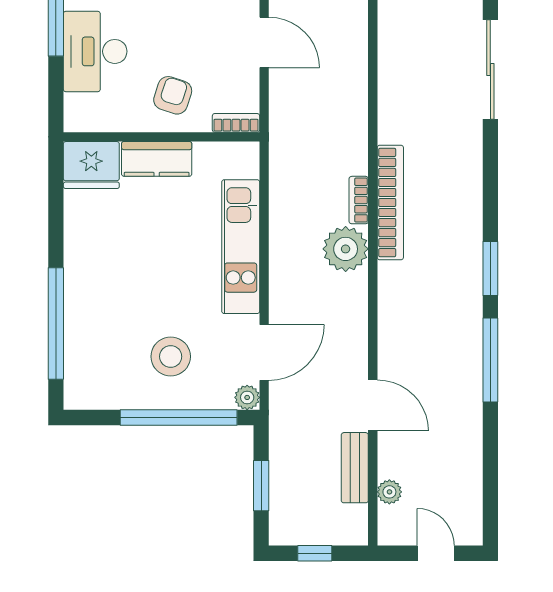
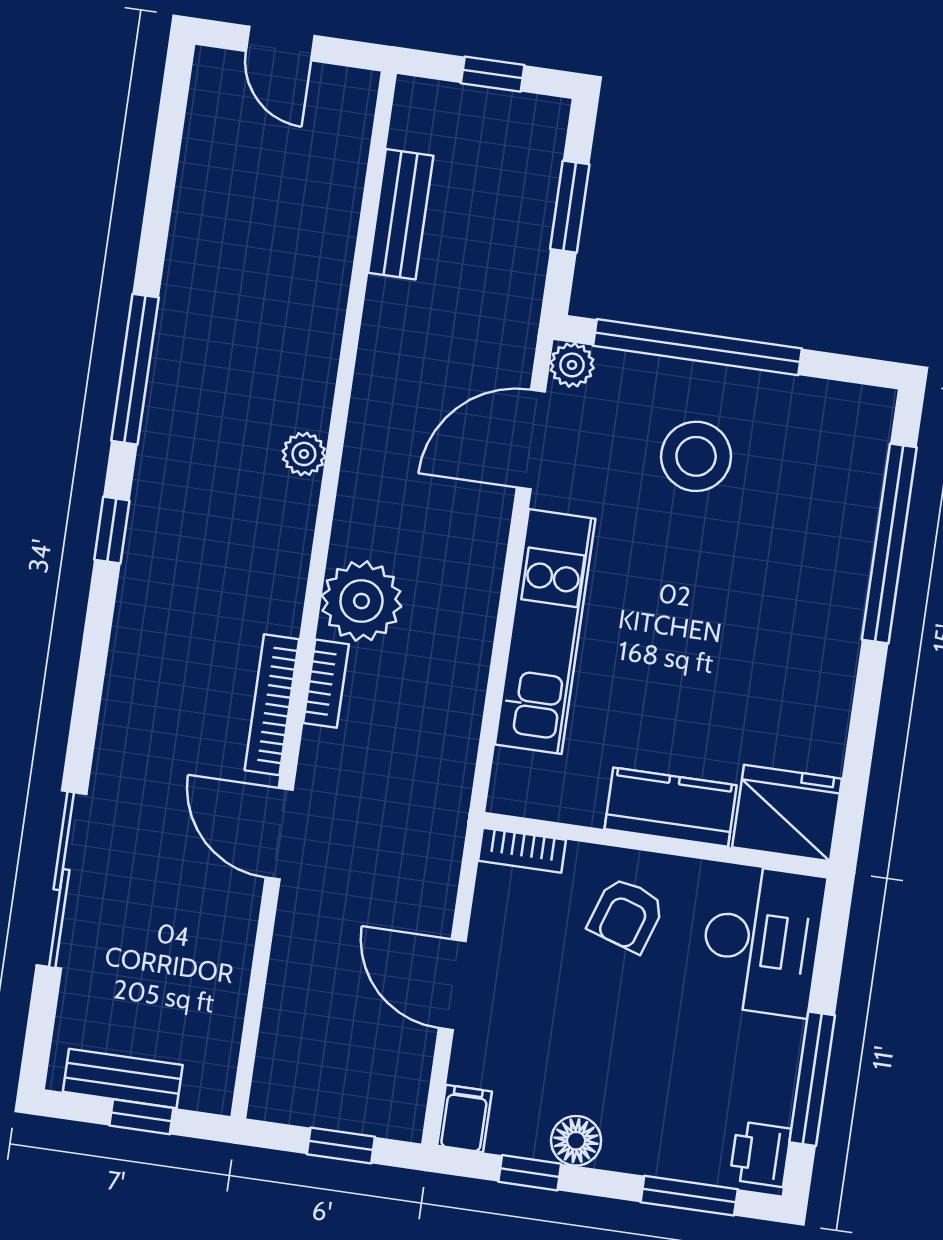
desk: (95, 51) -> (762, 940), moved
bookcase: (390, 203) -> (272, 705), width x0.68, depth x0.76
window: (490, 268) -> (112, 530), width x0.67
door: (373, 405) -> (279, 834), moved
plant: (389, 492) -> (304, 454), moved

